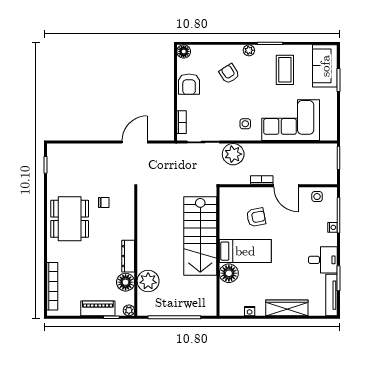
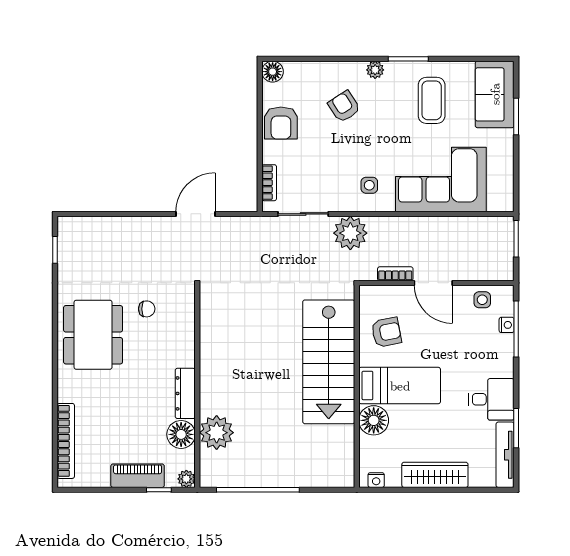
nightstand: (333, 227) -> (507, 325), moved
stairs: (200, 236) -> (329, 362), moved
bed: (245, 251) -> (400, 386), moved
wall: (218, 252) -> (357, 386), moved
floor lamp: (229, 273) -> (374, 420), moved

